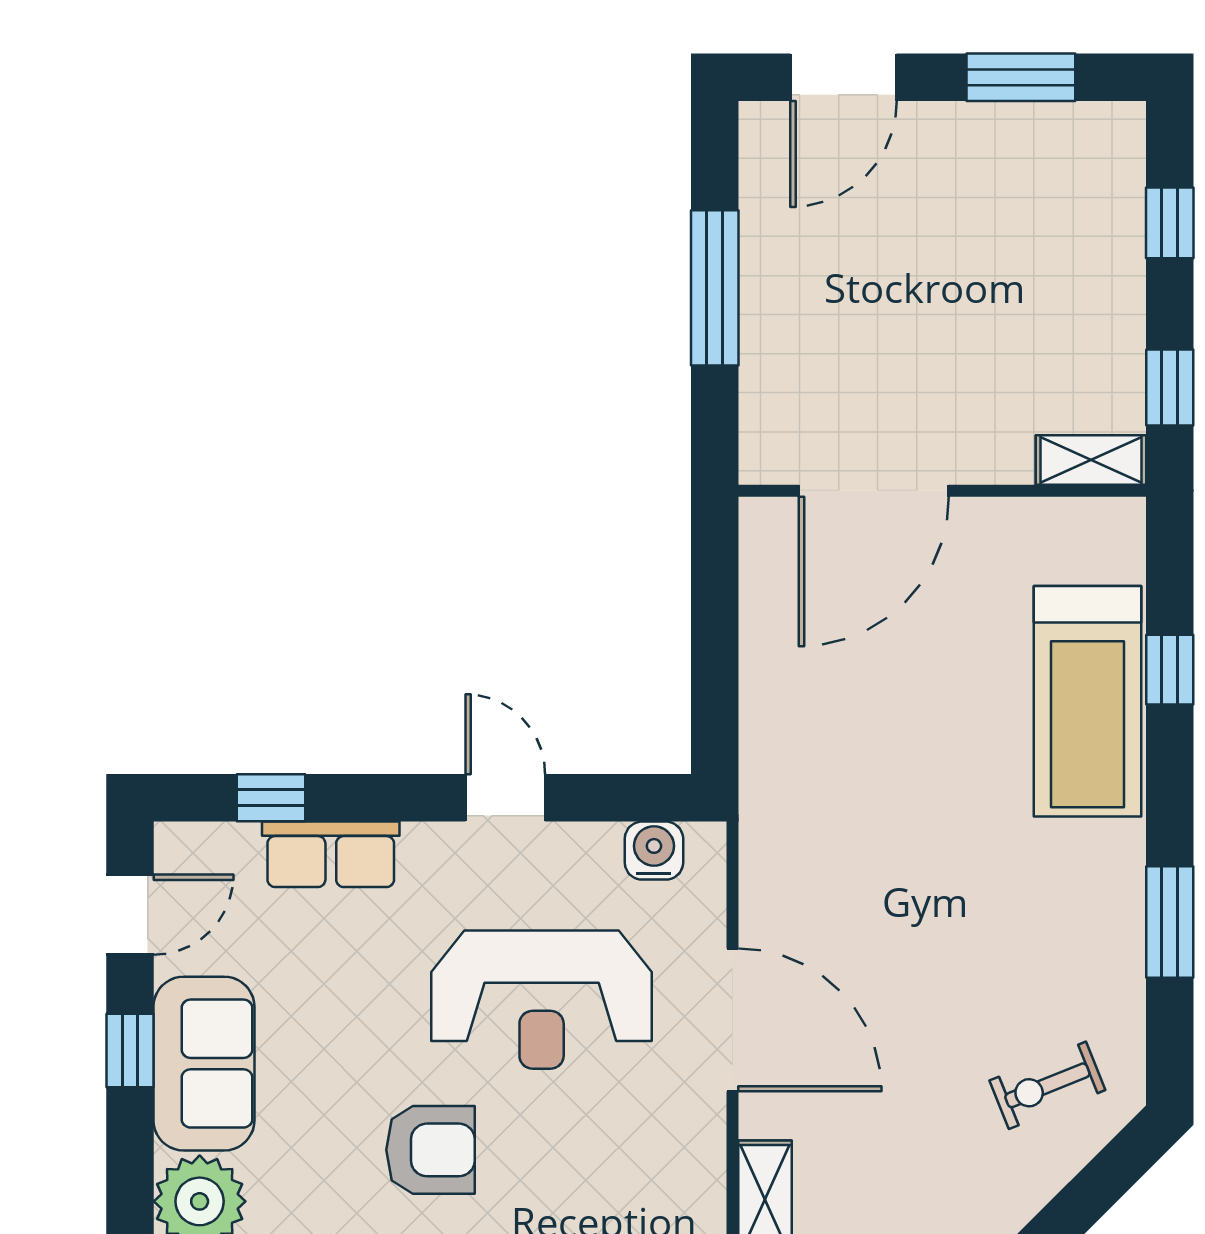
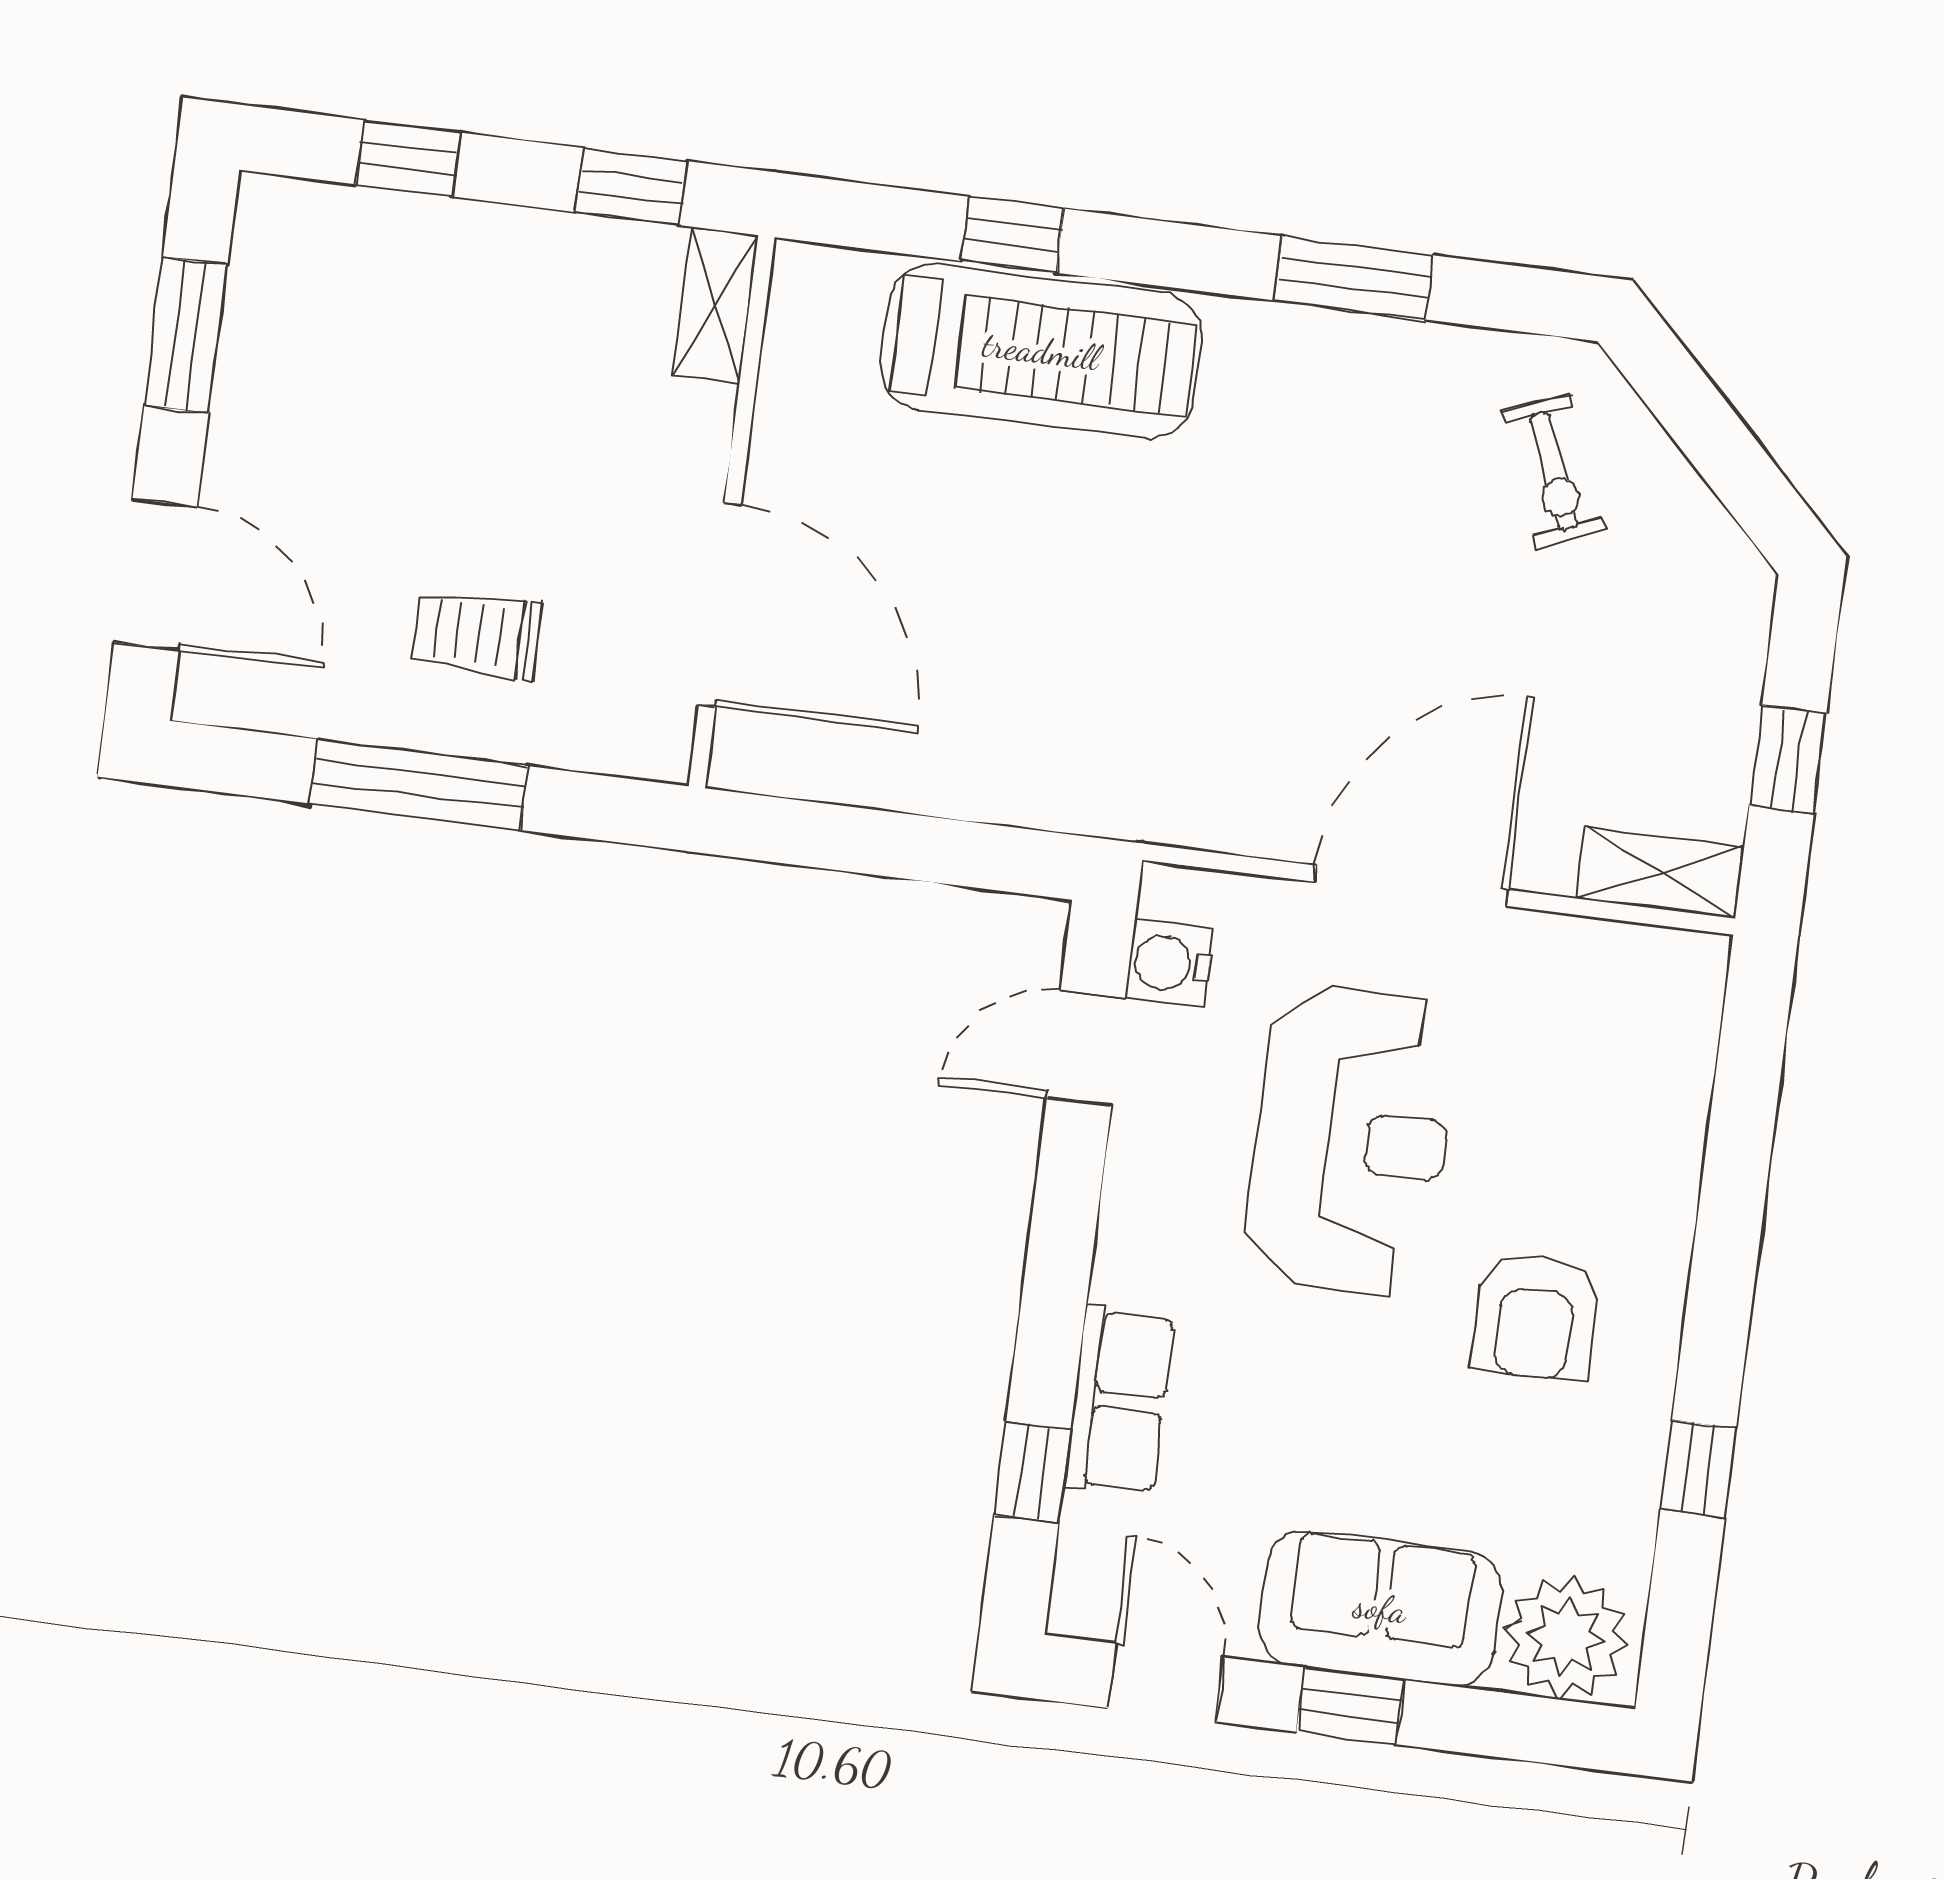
trolley: (830, 316) -> (477, 634), added
door: (505, 798) -> (1086, 1048), moved
armchair: (431, 1150) -> (1536, 1316), turned 180

